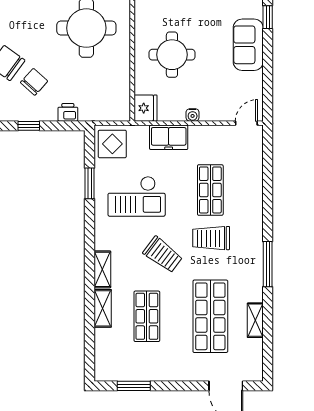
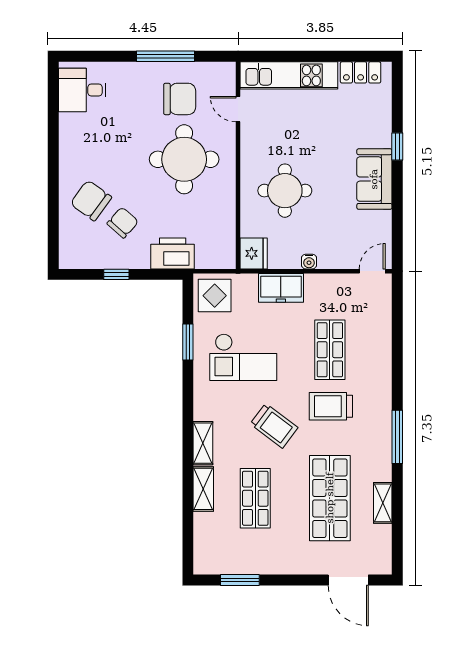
printer: (68, 112) -> (173, 253), width x1.87, depth x1.48

